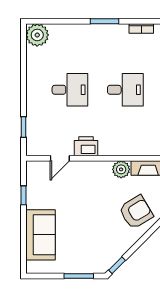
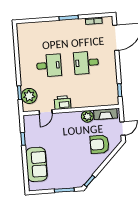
plant: (37, 35) -> (29, 96), moved
desk: (125, 90) -> (86, 63), turned 180
armchair: (136, 212) -> (100, 144), turned -149

